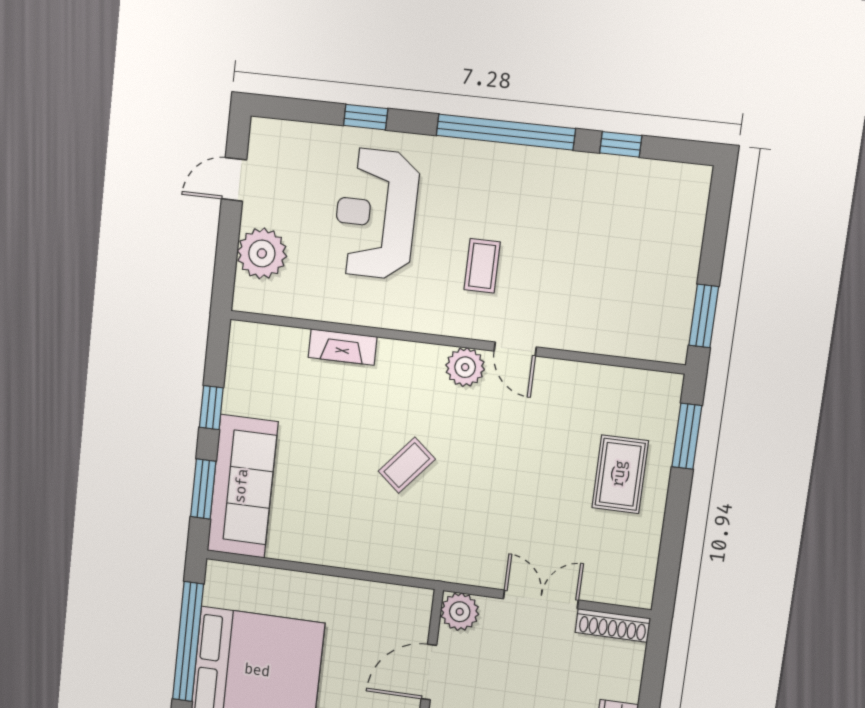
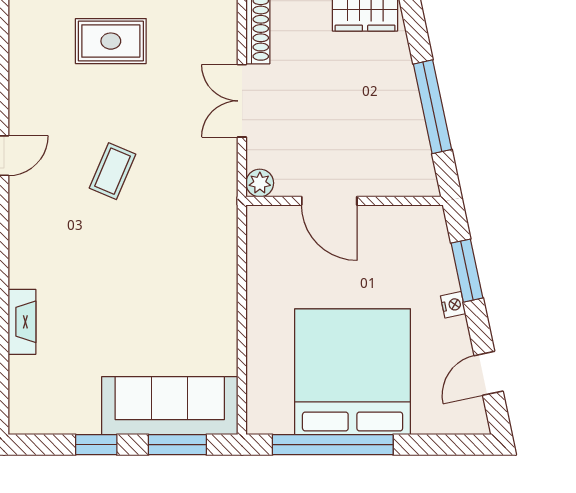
plant: (465, 367) -> (27, 201), removed
coffee table: (407, 465) -> (113, 171), moved, turned 73
plant: (460, 612) -> (260, 183), width x0.73, depth x0.73

